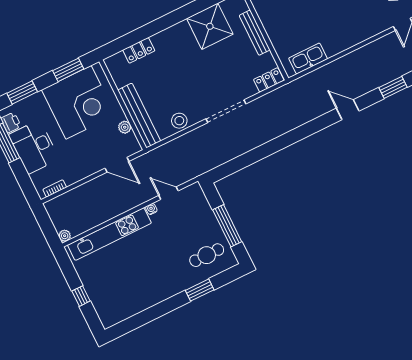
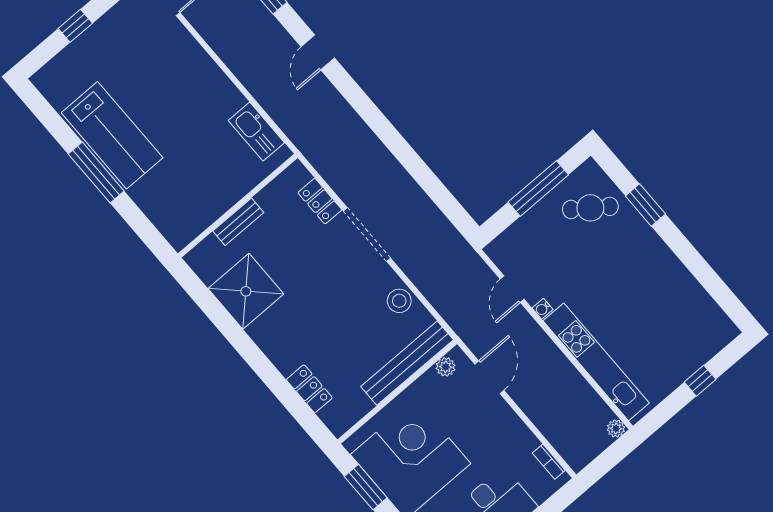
bench: (255, 33) -> (238, 222), width x0.73
locker: (269, 80) -> (320, 201), moved
plant: (125, 127) -> (446, 367), moved
cafe table: (207, 255) -> (590, 208), turned -54

